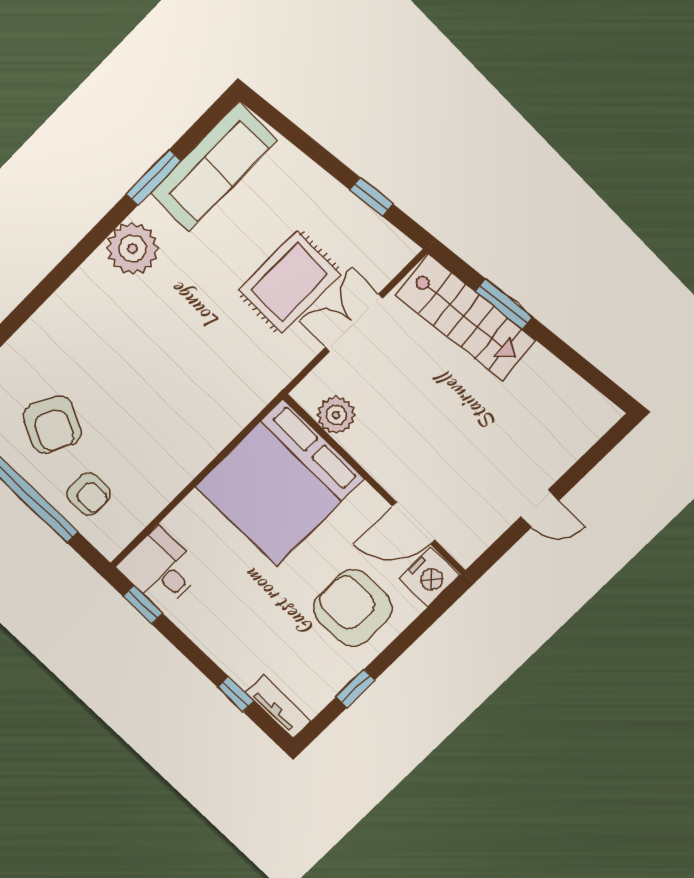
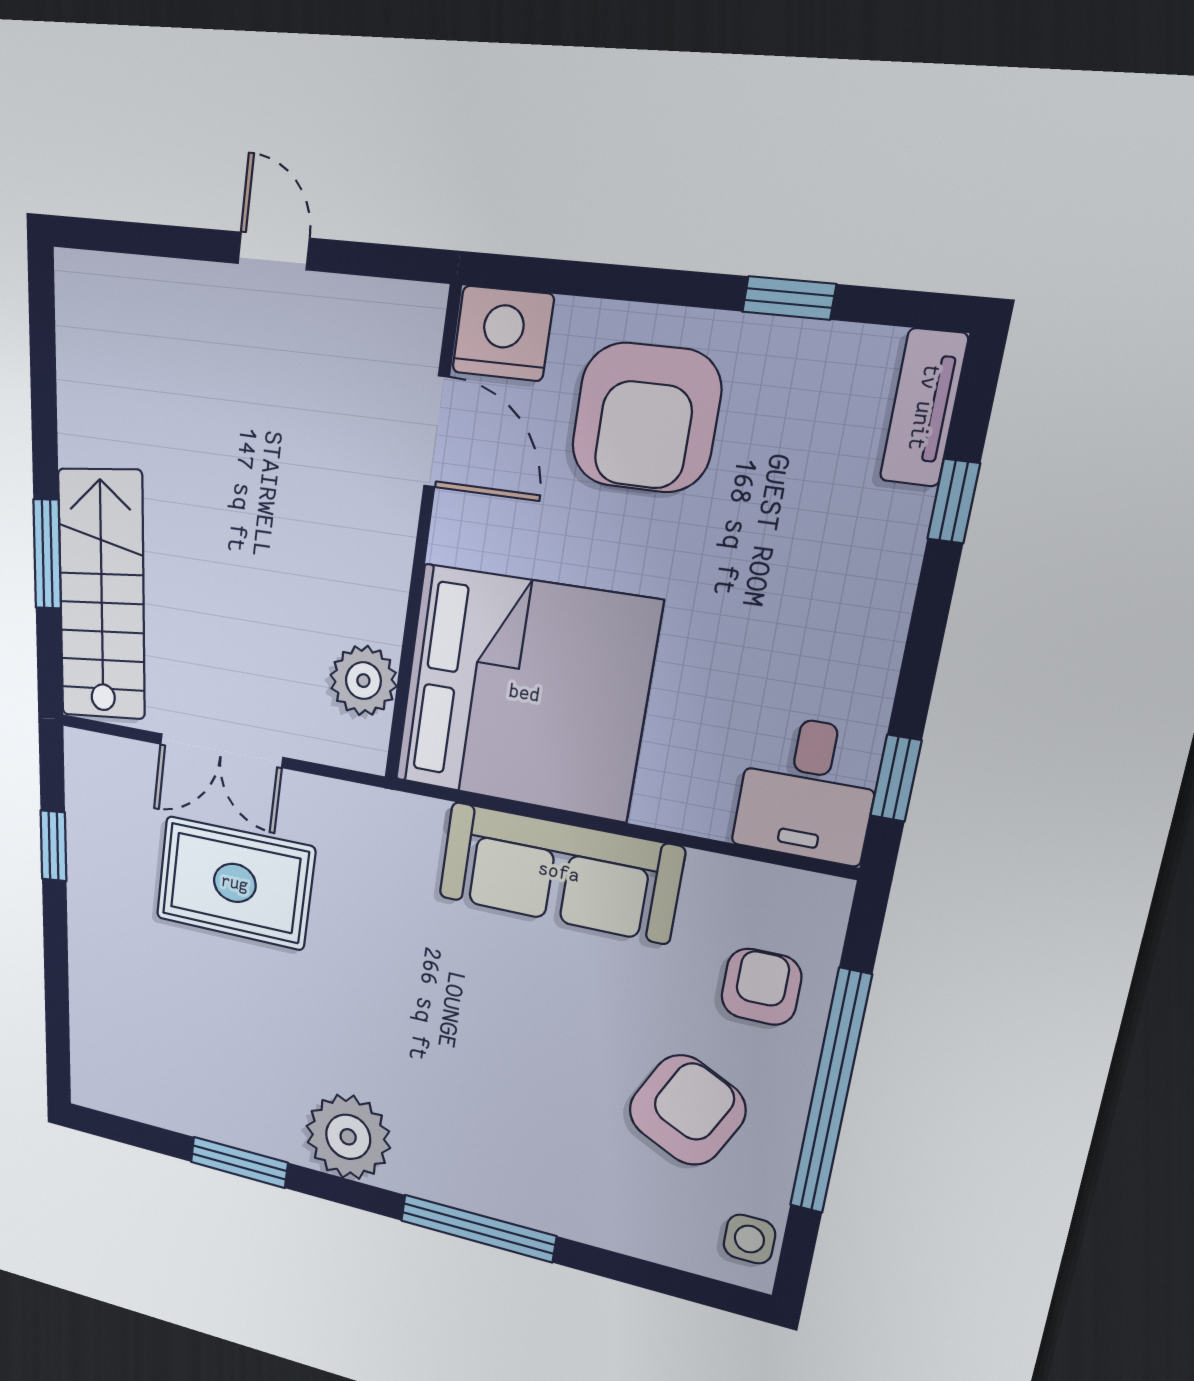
sofa: (214, 167) -> (559, 872), moved, turned 180
window: (51, 283) -> (478, 1228), added

